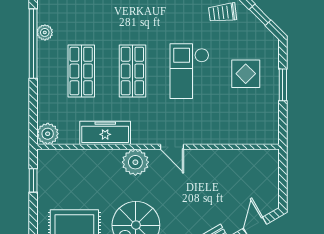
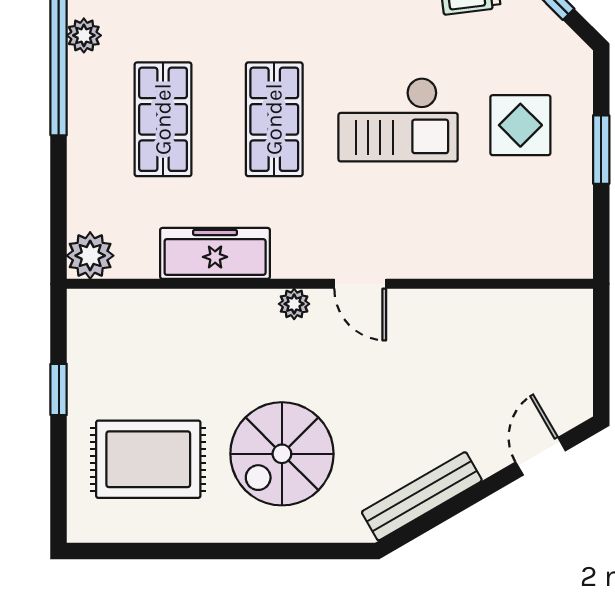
checkout: (189, 71) -> (398, 120), turned -90
plant: (135, 162) -> (294, 304), width x0.53, depth x0.53
window: (33, 180) -> (59, 389), moved

